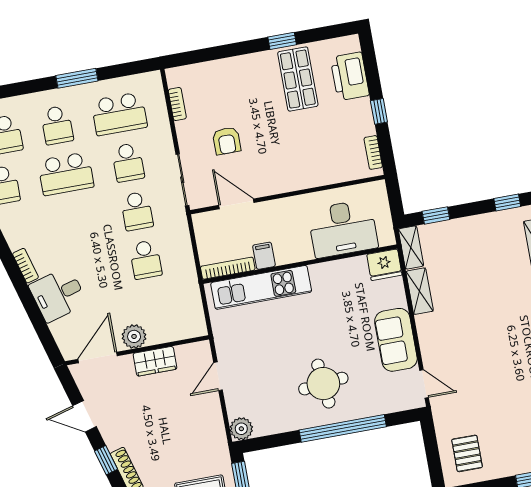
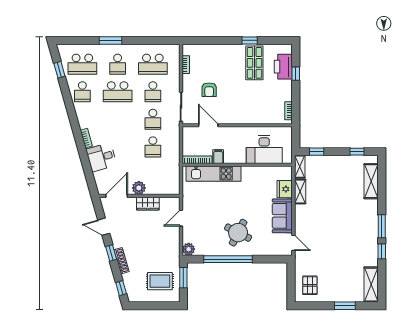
window: (77, 78) -> (111, 40), moved
window: (379, 111) -> (296, 74), moved
fridge: (384, 265) -> (285, 189), moved, turned 90
round table: (323, 384) -> (238, 233), turned 33
window: (343, 428) -> (228, 259), moved

